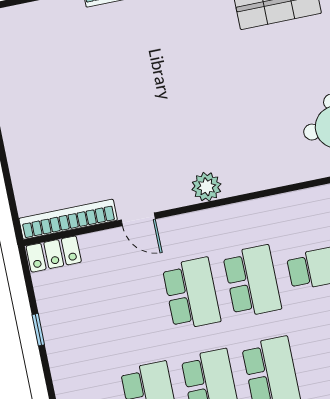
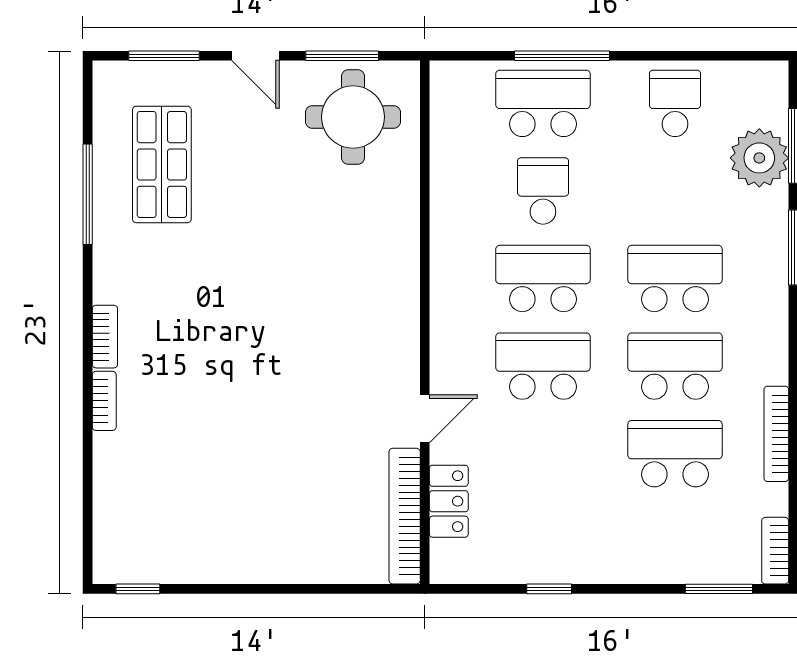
plant: (206, 187) -> (399, 315), removed
locker: (54, 254) -> (449, 501), moved

